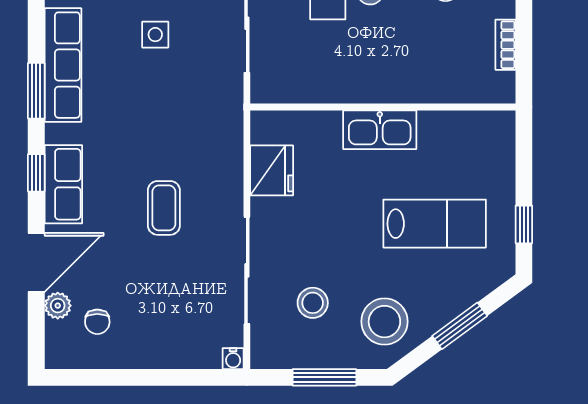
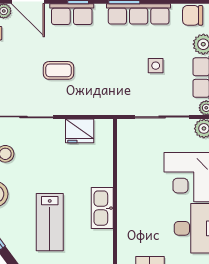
kitchen sink: (380, 130) -> (102, 208), moved

